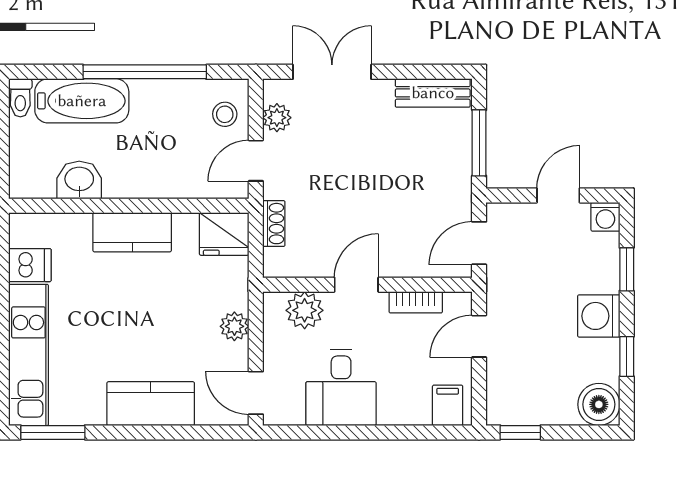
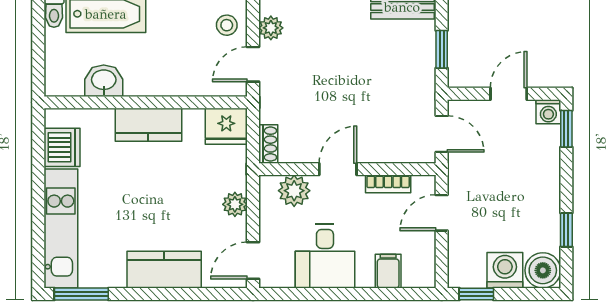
window: (479, 143) -> (442, 49), width x0.67
shoe rack: (274, 224) -> (268, 144), moved
door: (479, 243) -> (442, 134), swing flipped
dishwasher: (30, 265) -> (62, 147), width x1.38
window: (627, 269) -> (566, 129), moved
washing machine: (599, 316) -> (505, 270), moved, turned 90
door: (256, 393) -> (253, 261), hinge flipped
filing cabinet: (448, 405) -> (388, 271), moved

